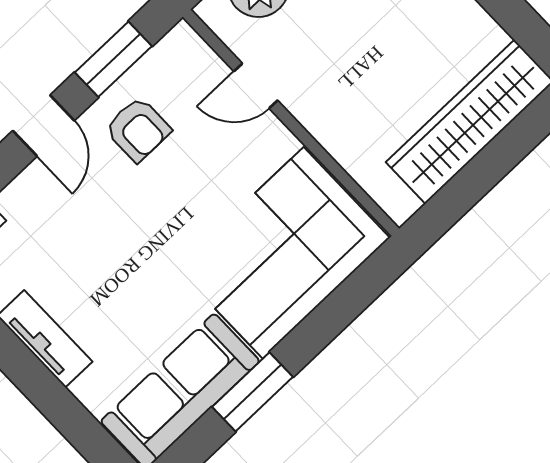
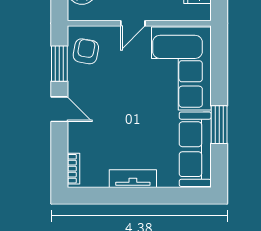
door: (256, 86) -> (133, 23), moved
armchair: (138, 129) -> (86, 51), moved, turned -80

